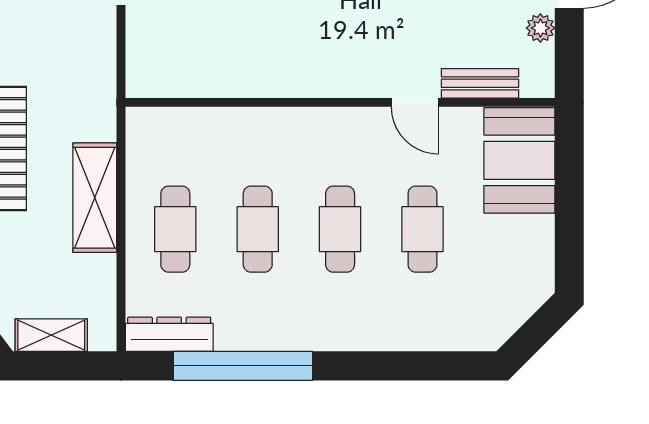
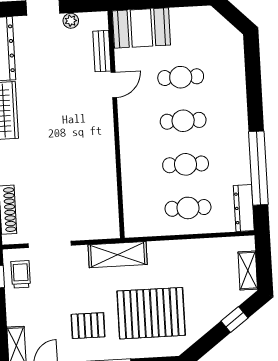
shelving: (95, 198) -> (118, 255), moved

